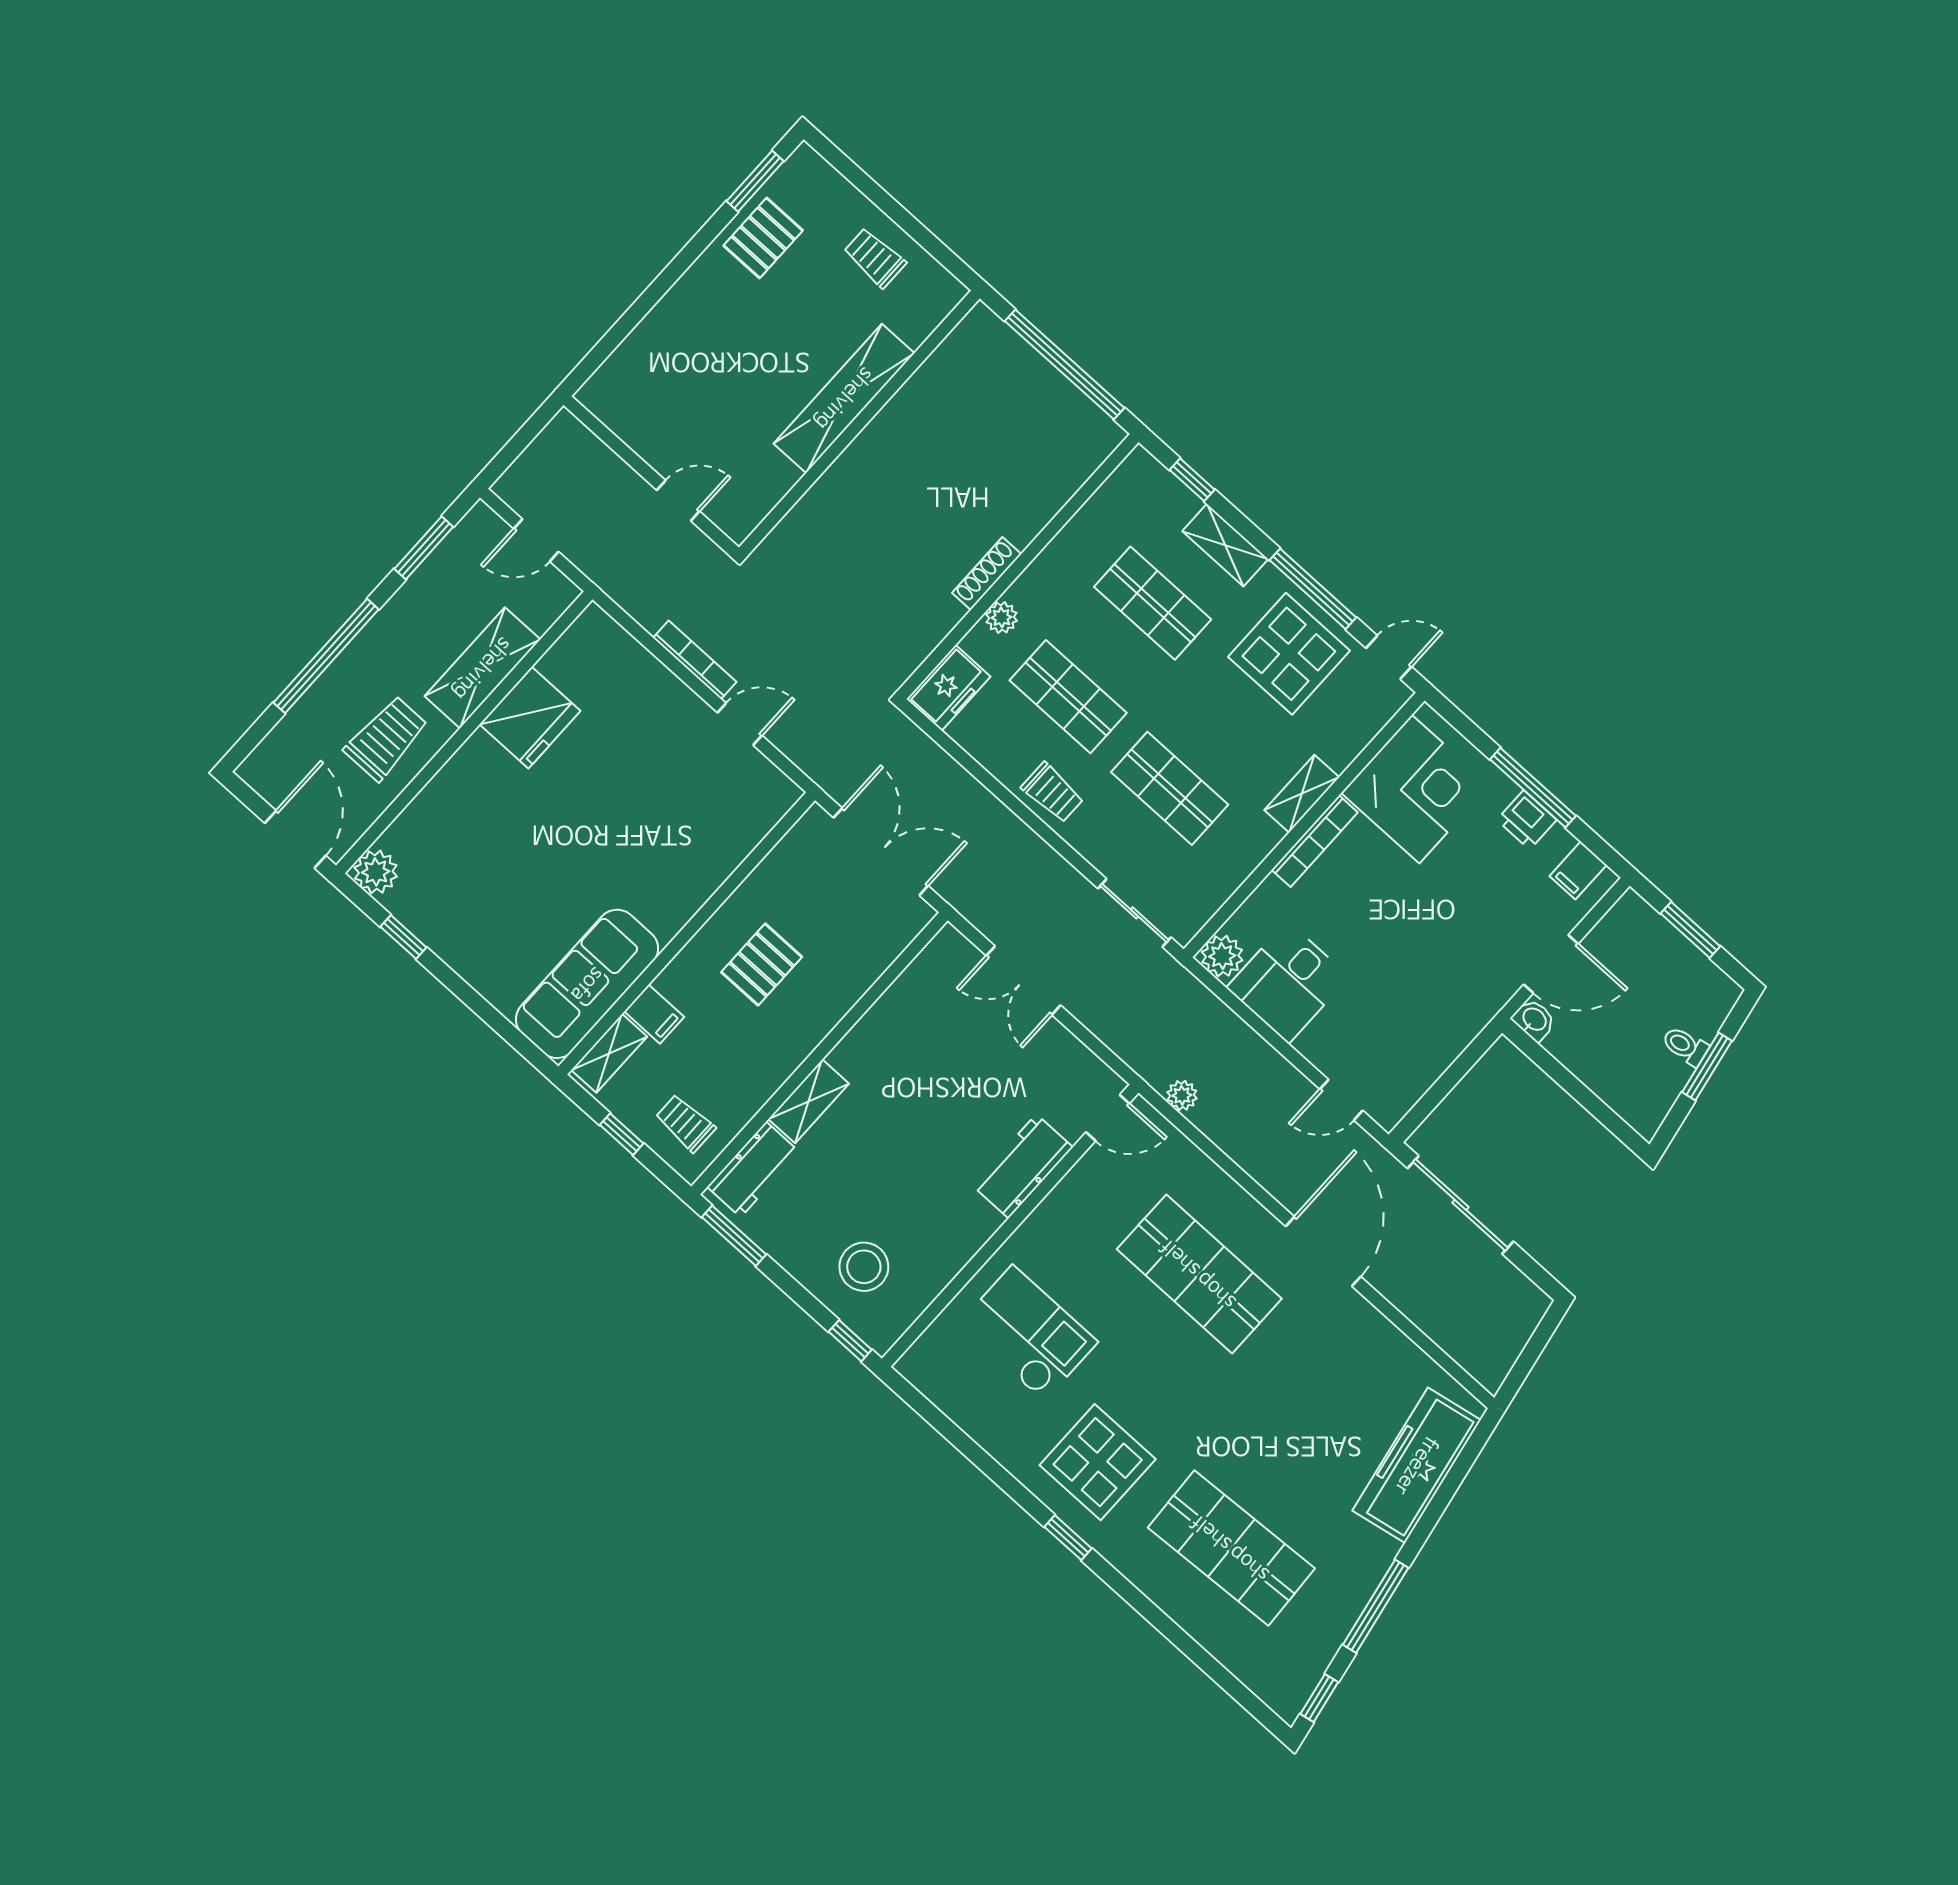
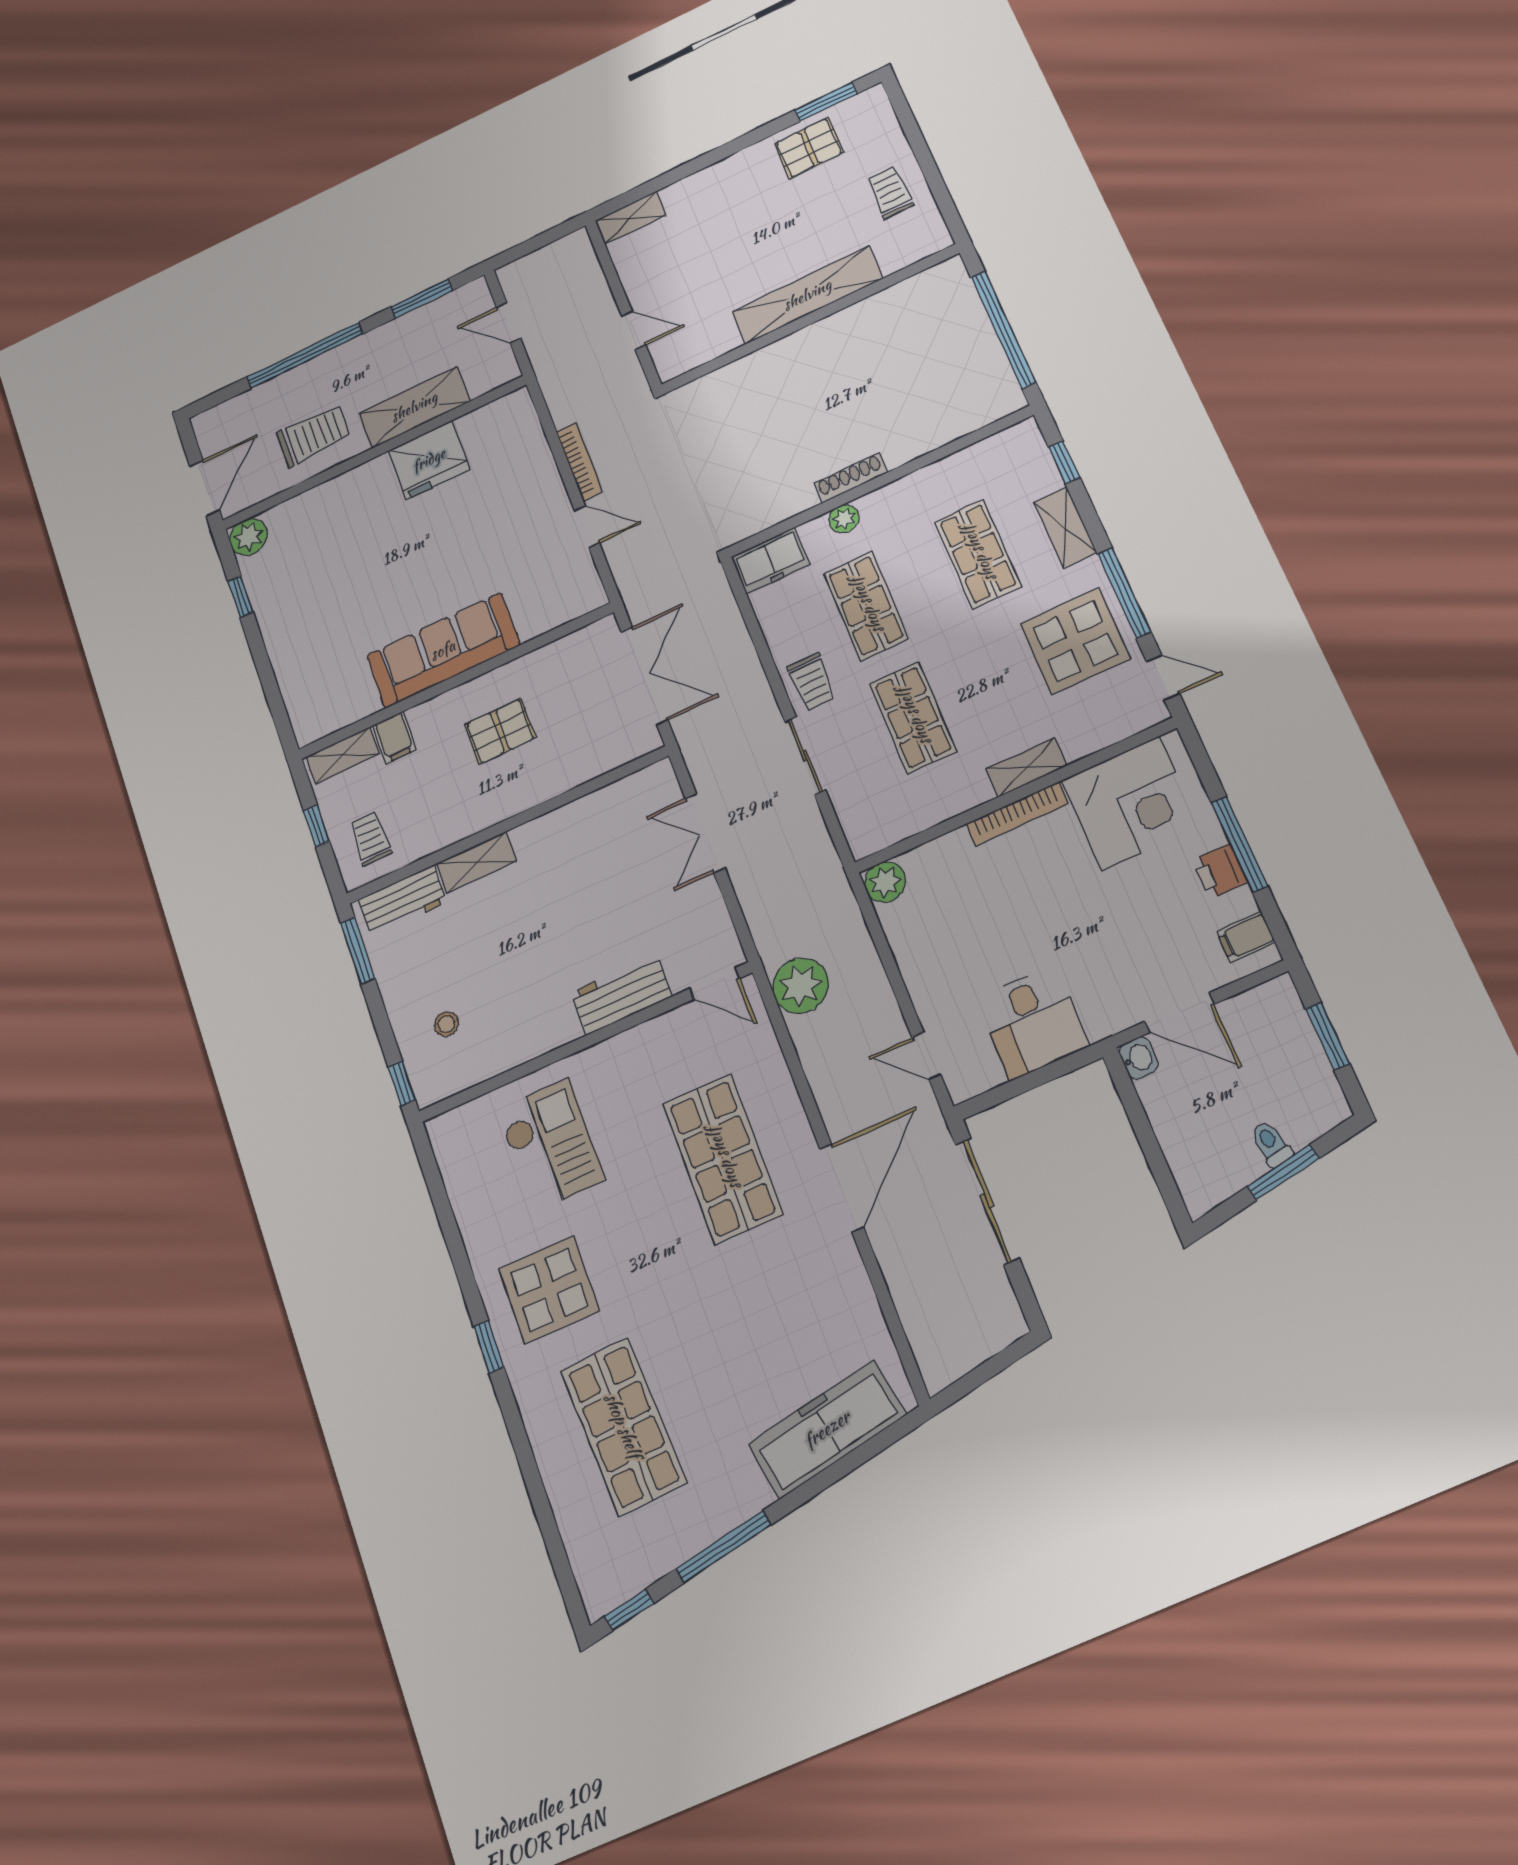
shelving: (609, 380) -> (631, 218), added
sliding door: (1134, 913) -> (805, 756), moved
desk: (1288, 982) -> (1033, 1022), moved, turned -90
sofa: (587, 984) -> (443, 650), moved
plant: (1182, 1095) -> (800, 986), width x1.87, depth x1.87
stool: (864, 1267) -> (446, 1024), width x0.53, depth x0.53

